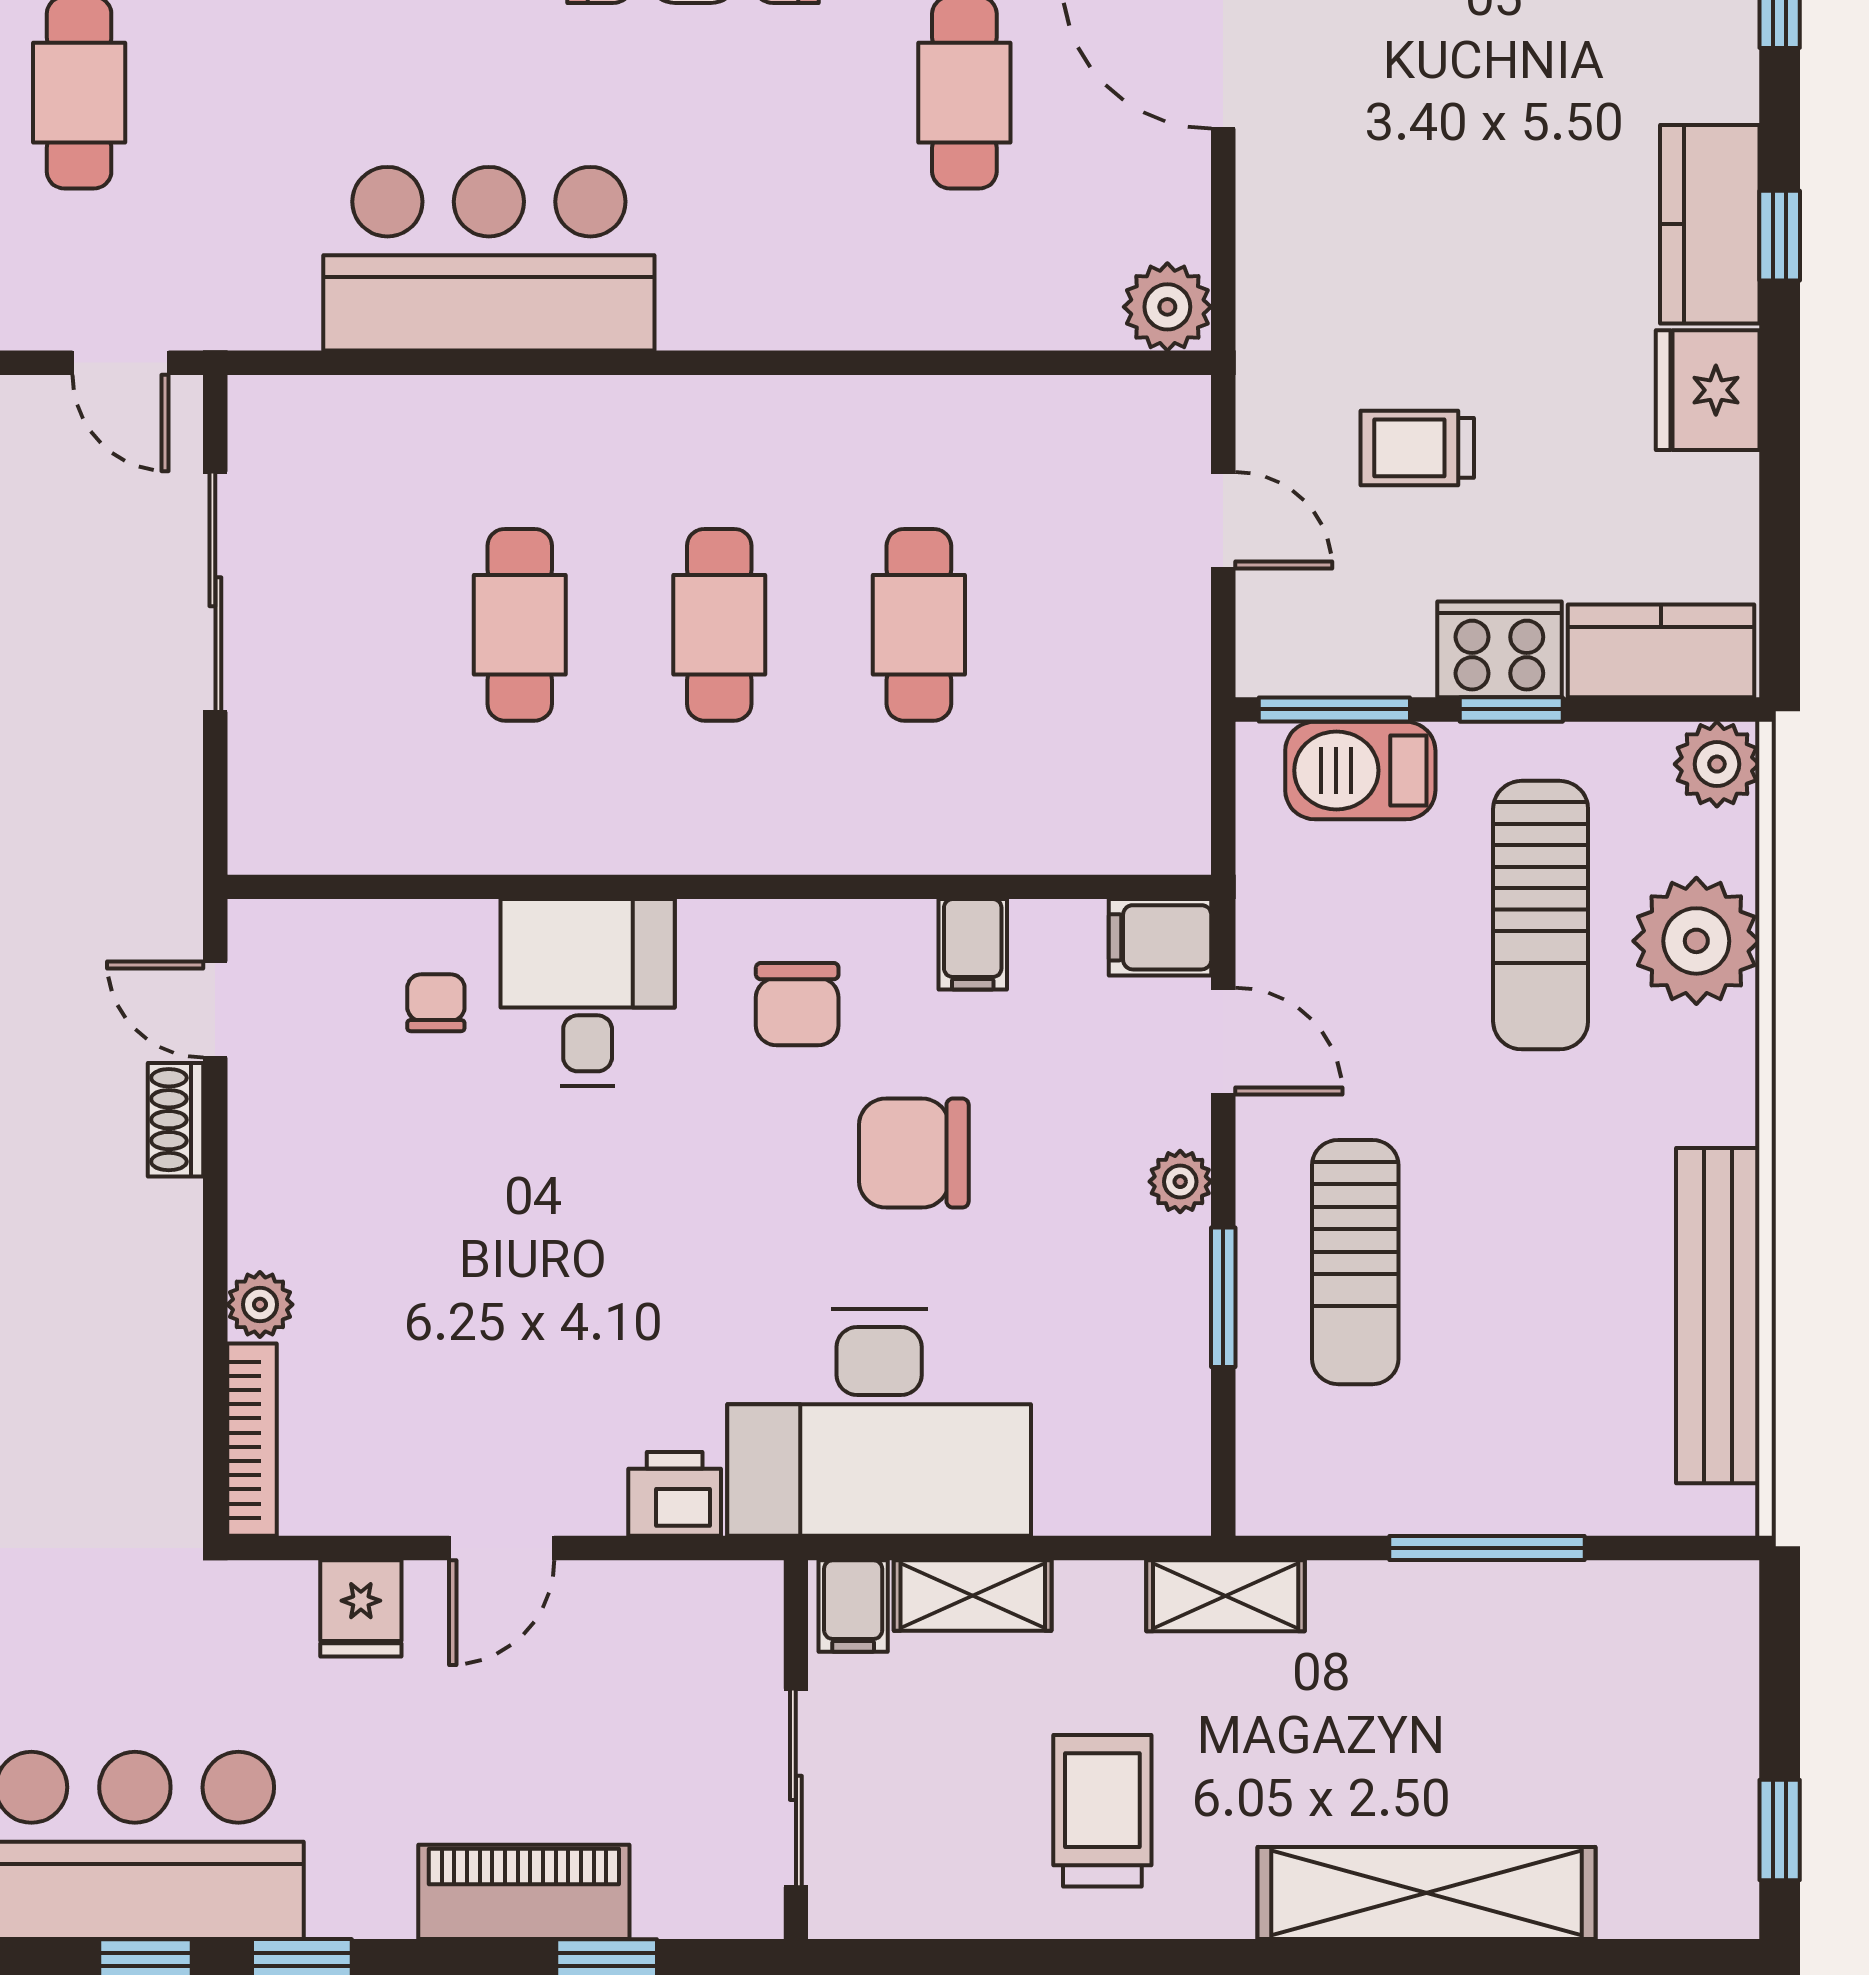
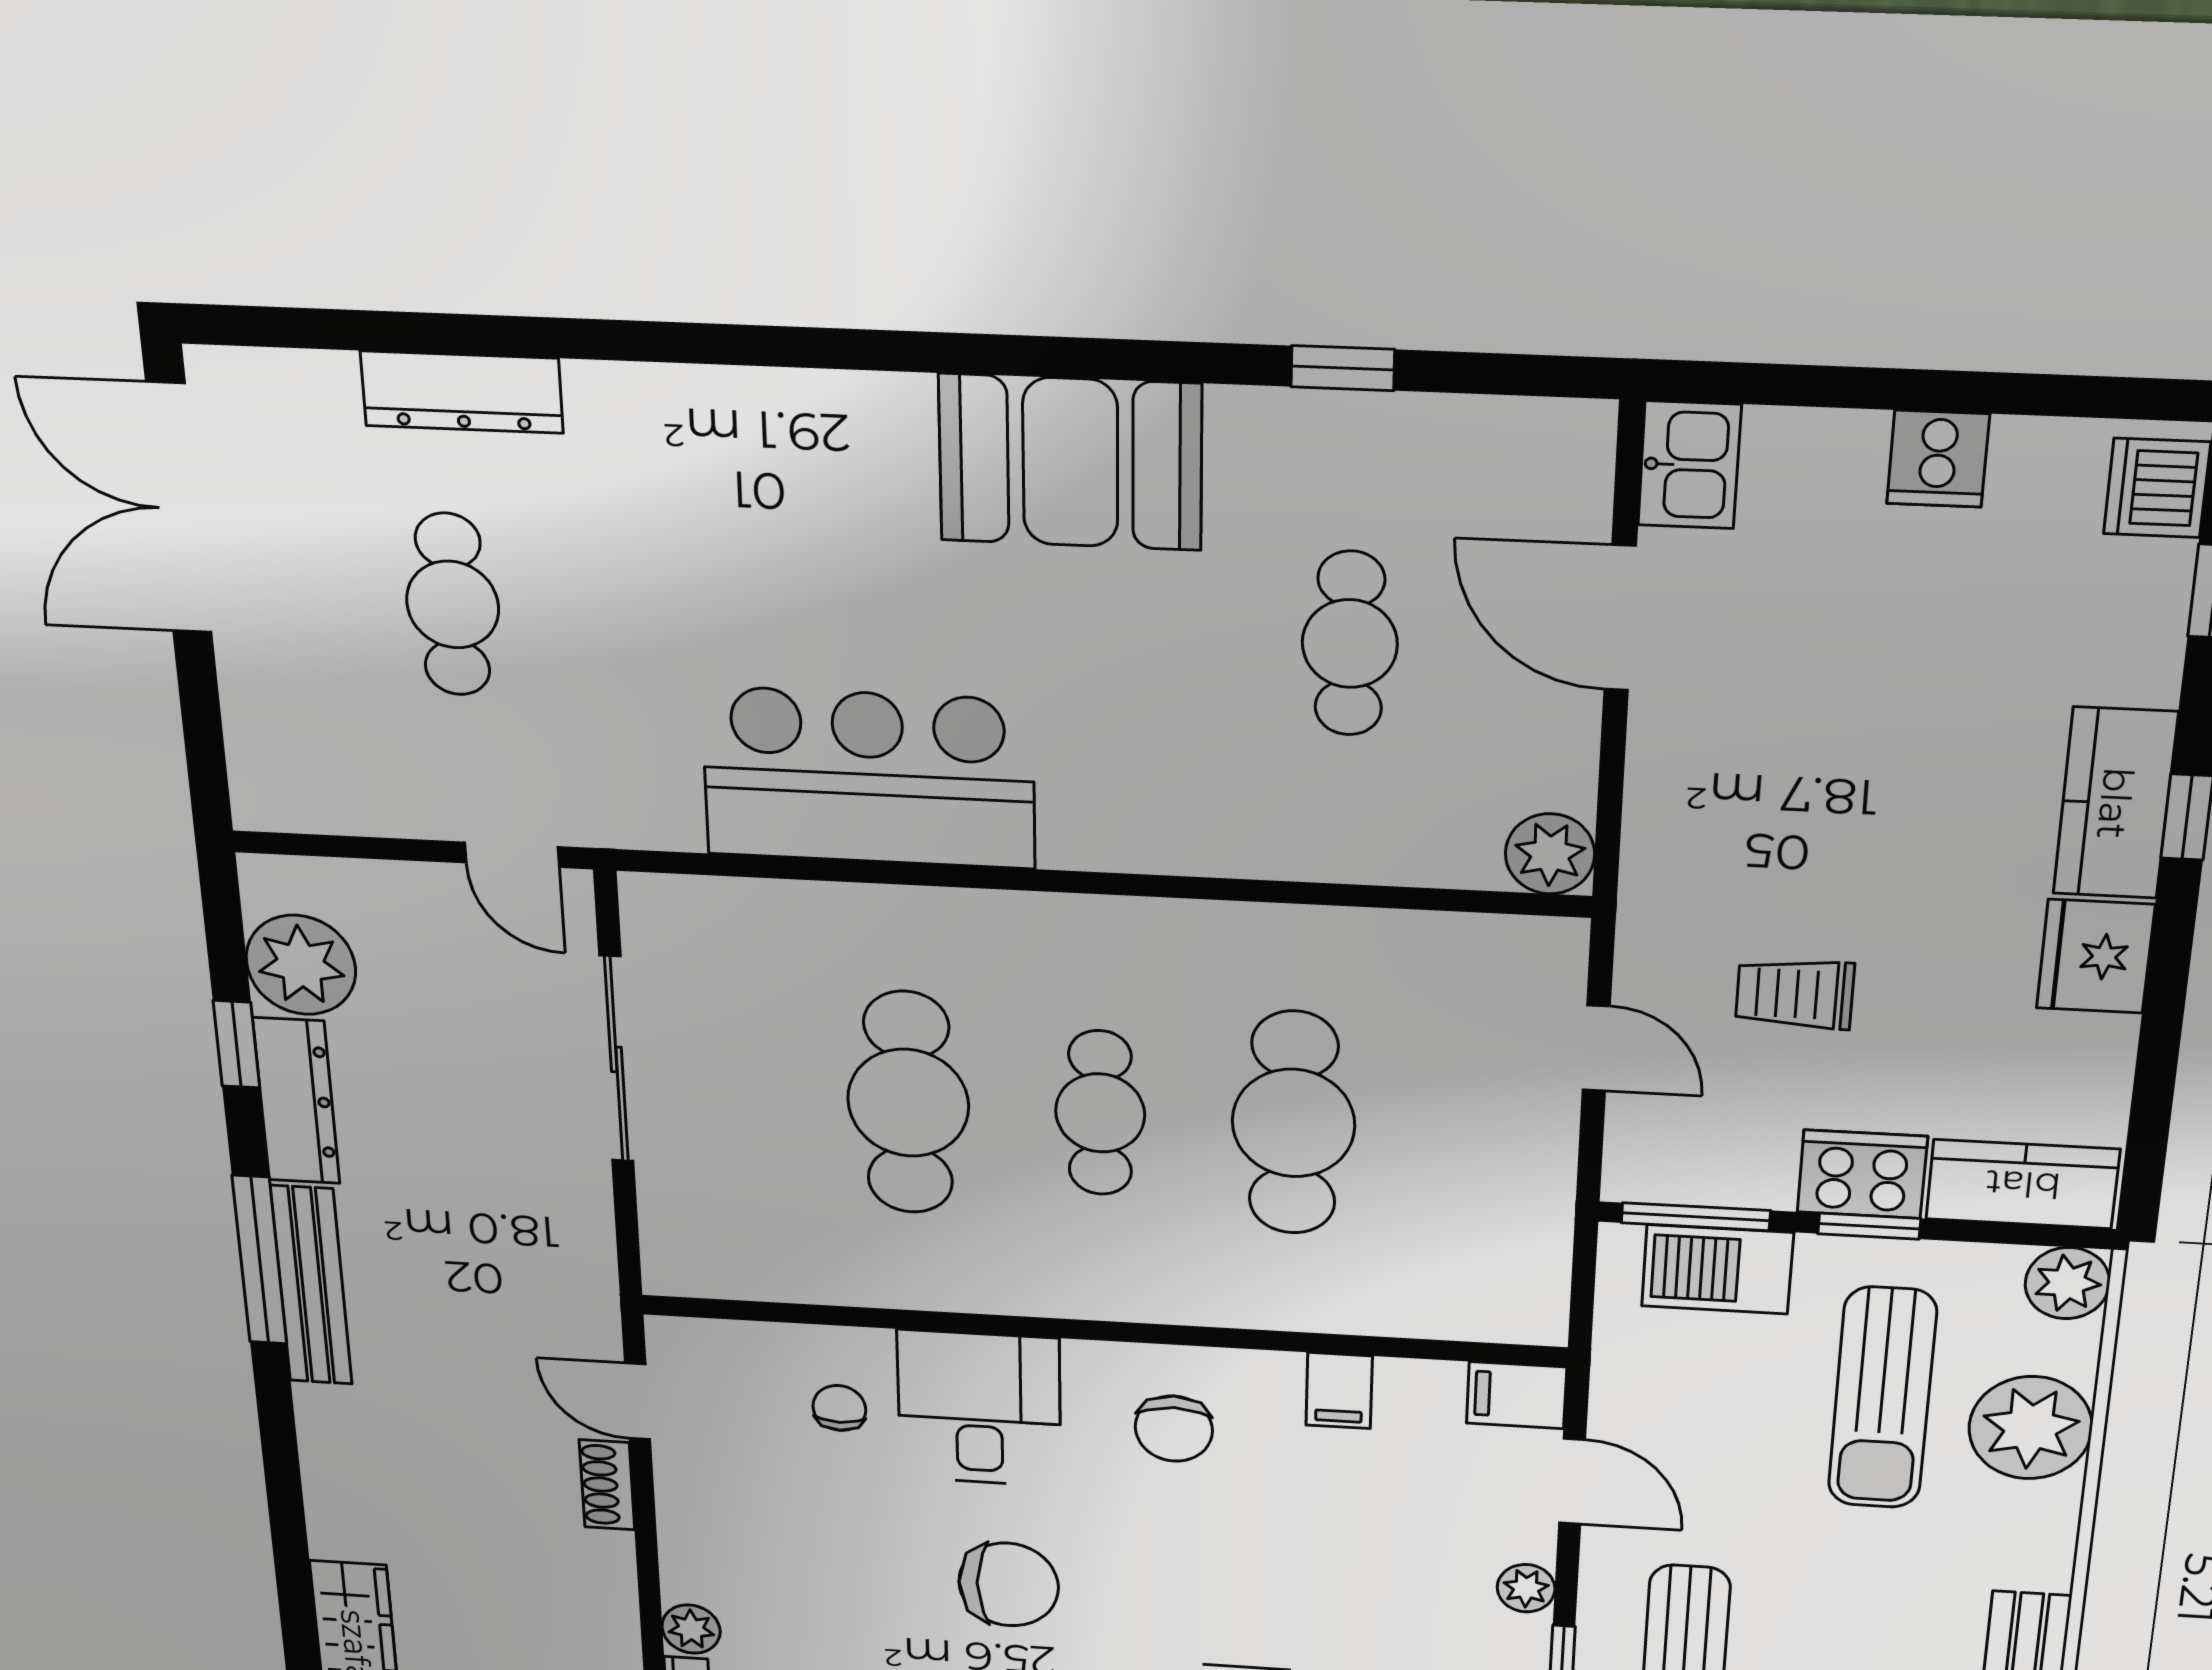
cafe table: (520, 625) -> (908, 1103), width x1.37, depth x1.35
cafe table: (919, 625) -> (1293, 1123), width x1.37, depth x1.35
chair: (914, 1153) -> (1009, 1585), moved, turned 180

